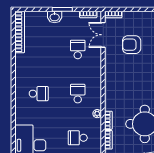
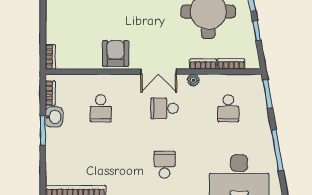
washbasin: (55, 17) -> (54, 117), moved
double door: (103, 35) -> (159, 72), moved
armchair: (132, 45) -> (116, 54), moved, turned 180
school desk: (78, 49) -> (101, 108), turned -90

